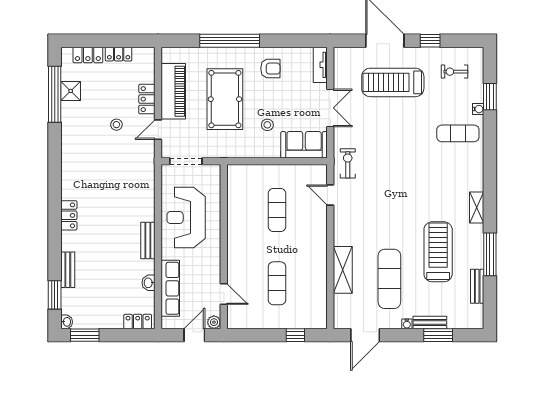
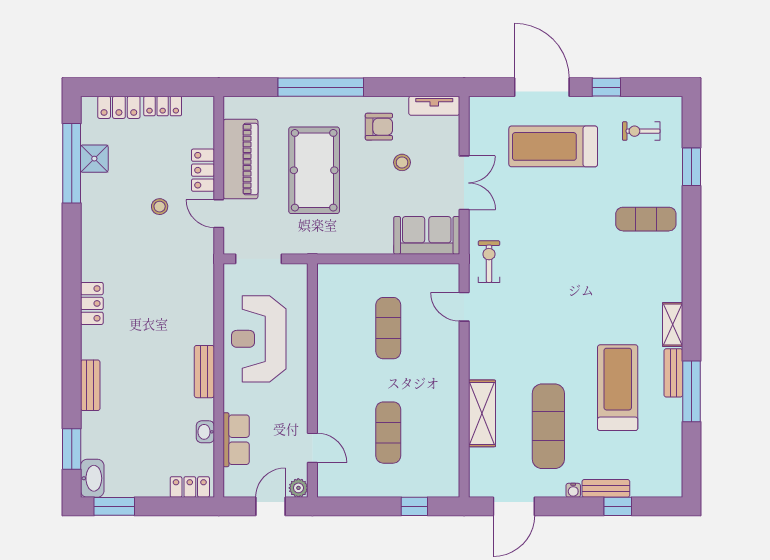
tv unit: (320, 65) -> (434, 106), moved, turned -90
water cooler: (478, 109) -> (675, 184), removed
stool: (267, 125) -> (402, 162), moved
door: (158, 130) -> (219, 214), hinge flipped
locker: (69, 215) -> (92, 303), moved
bench: (68, 270) -> (90, 385), moved
bench: (477, 286) -> (673, 373), moved
row of seats: (170, 288) -> (236, 440), width x0.68
washbasin: (67, 322) -> (92, 478), width x1.91, depth x1.45
window: (438, 335) -> (618, 506), width x0.67

